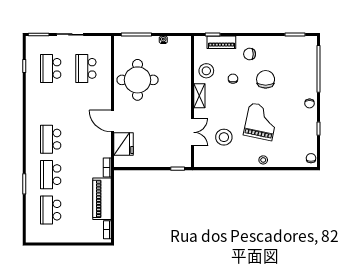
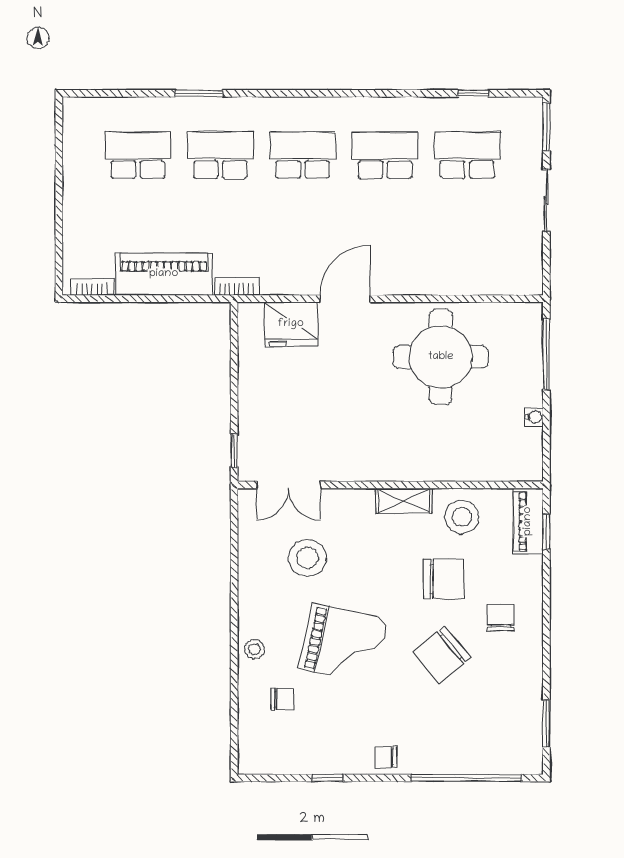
piano: (221, 42) -> (528, 521), moved
school desk: (86, 68) -> (385, 155), moved
chair: (233, 79) -> (444, 579), width x1.87, depth x1.87
chair: (266, 79) -> (442, 655), turned 140
double door: (193, 132) -> (289, 485), moved
chair: (311, 158) -> (282, 699), moved

